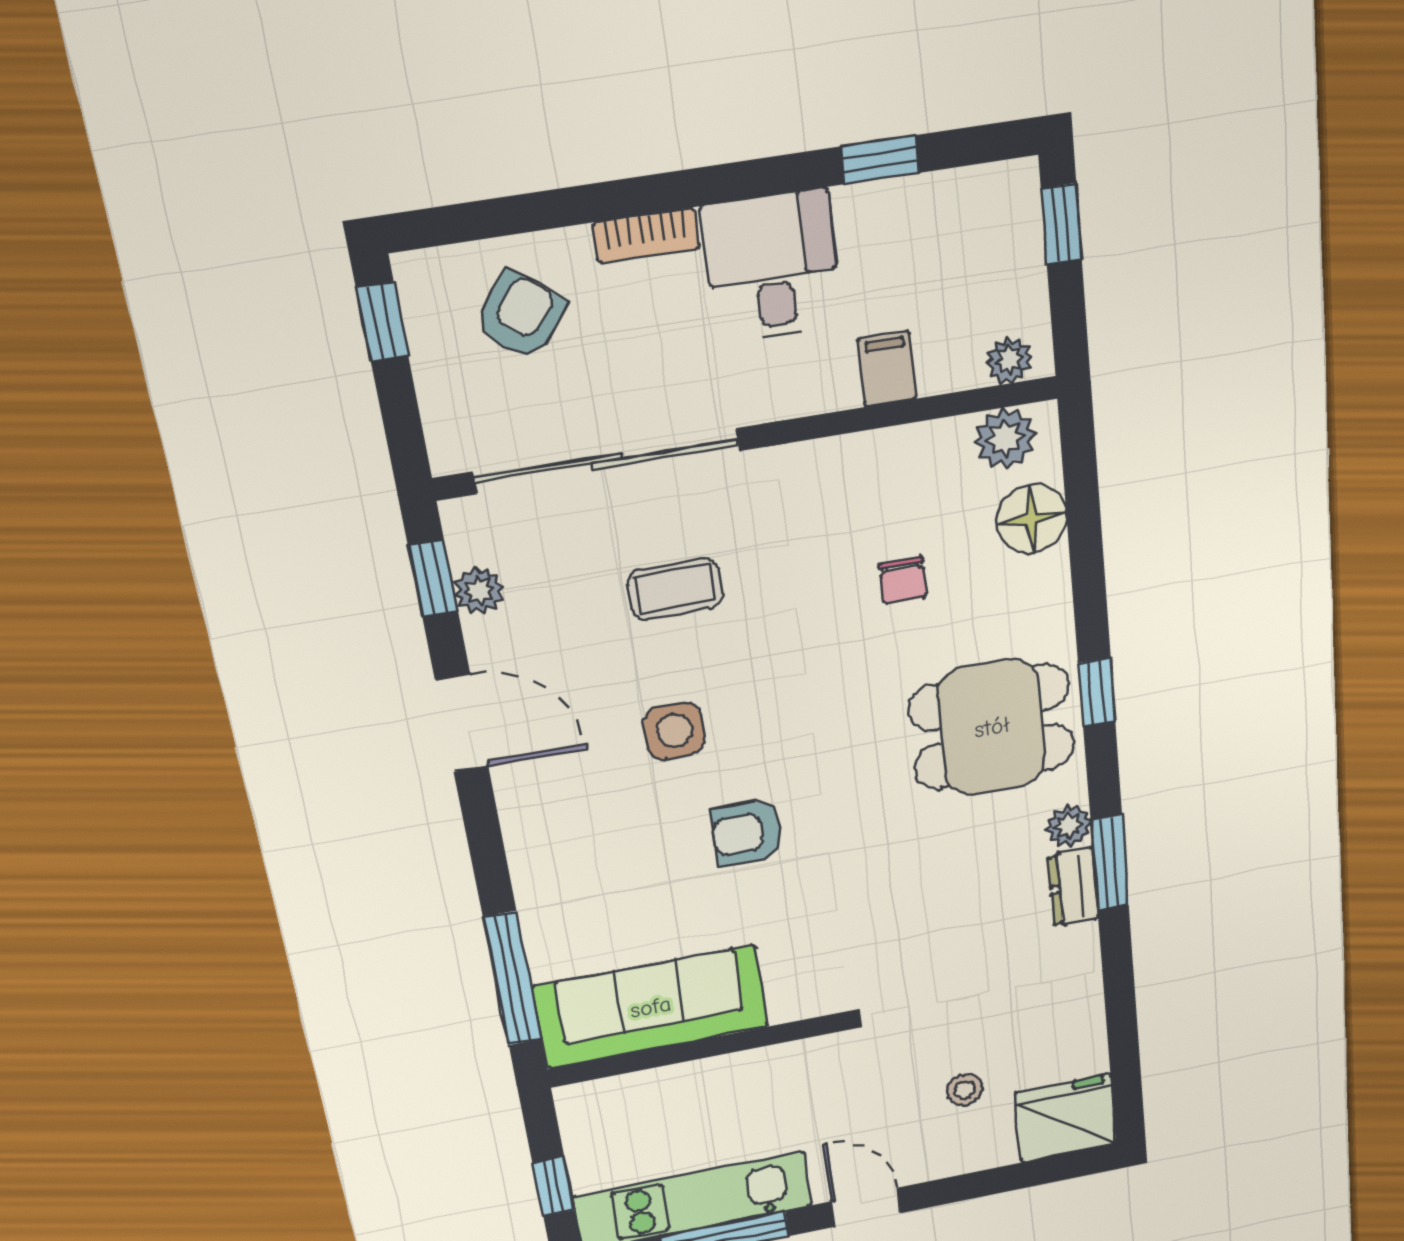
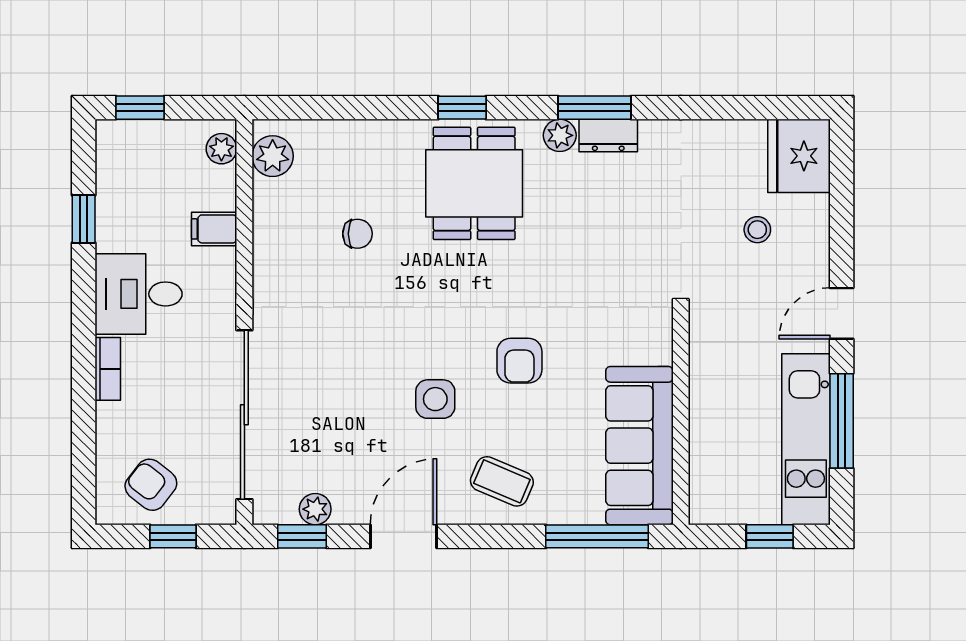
armchair: (520, 316) -> (151, 485), moved
window: (382, 322) -> (173, 536), moved
floor lamp: (1032, 519) -> (330, 143), removed
coffee table: (675, 589) -> (502, 481), moved, turned -67

